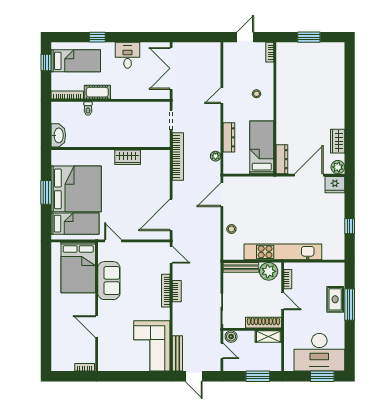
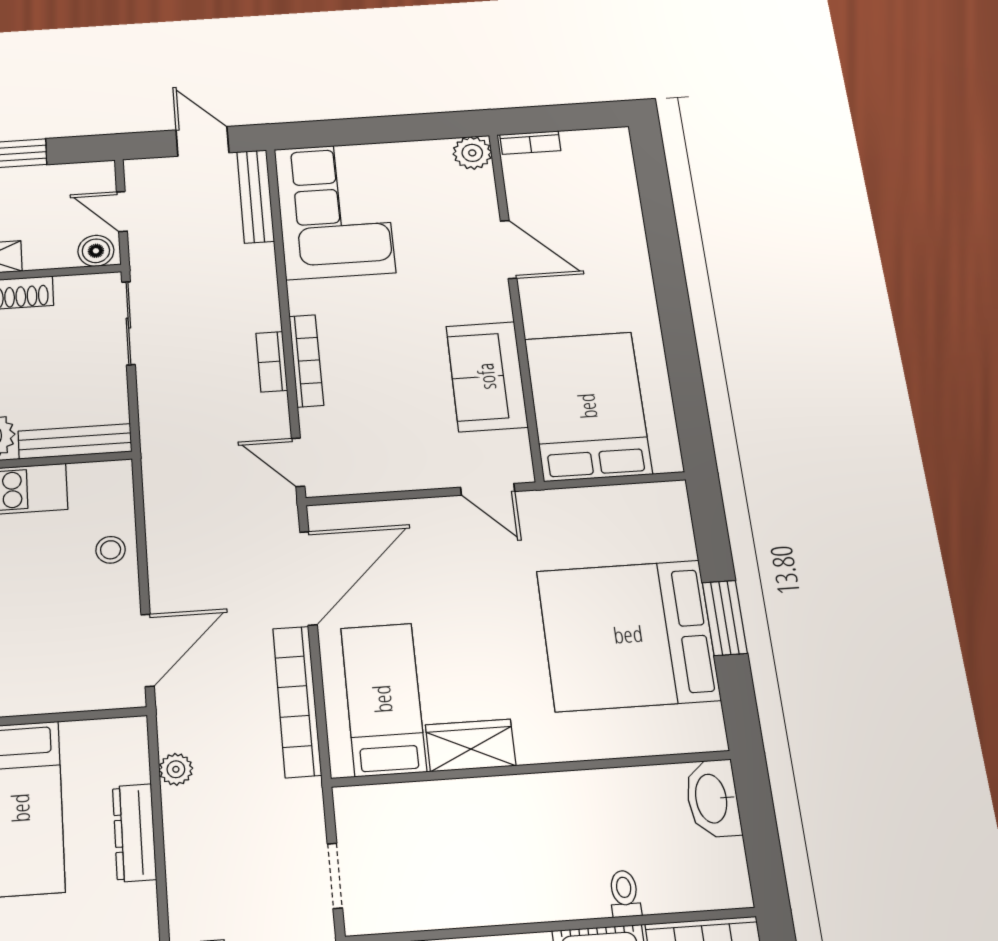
bookcase: (178, 157) -> (297, 701), moved
bed: (75, 224) -> (383, 699), moved, turned 90
plant: (104, 365) -> (472, 153), added

